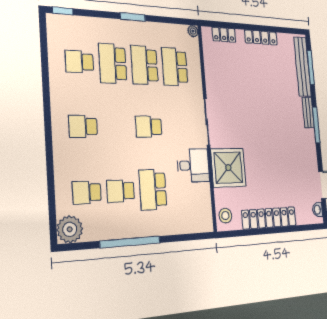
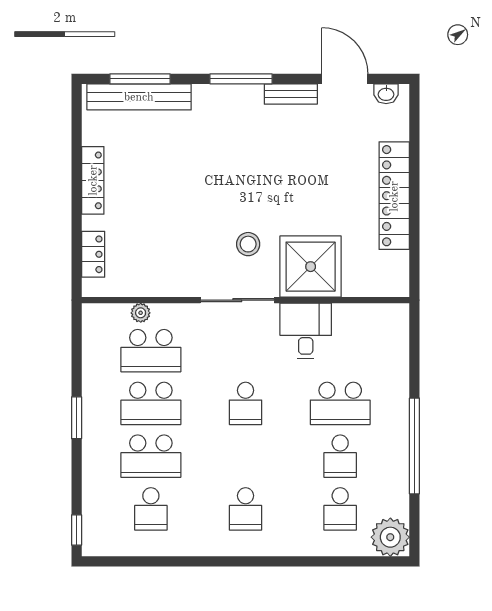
plant: (193, 31) -> (141, 313), moved
bench: (308, 113) -> (291, 94), moved
stool: (225, 216) -> (248, 244), moved

